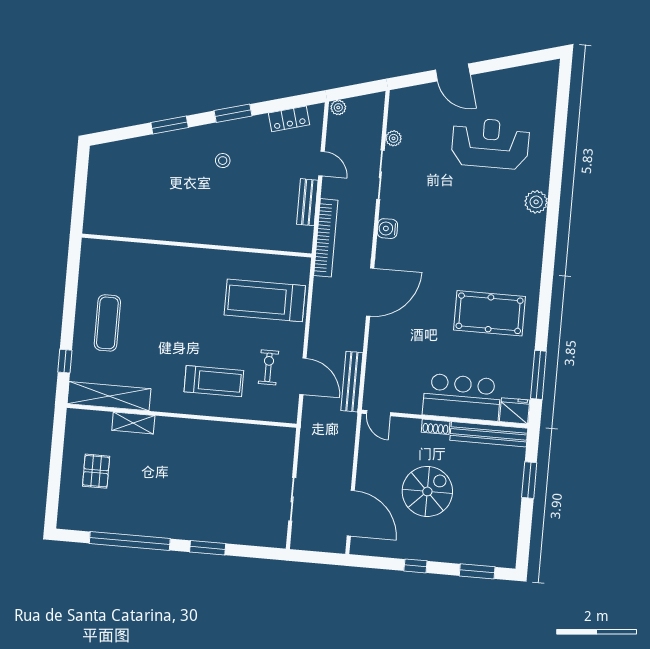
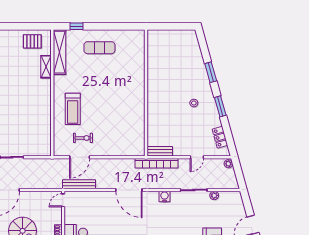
bench: (307, 202) -> (160, 151), moved
treadmill: (265, 300) -> (119, 133), removed
pallet: (96, 471) -> (32, 41), moved

